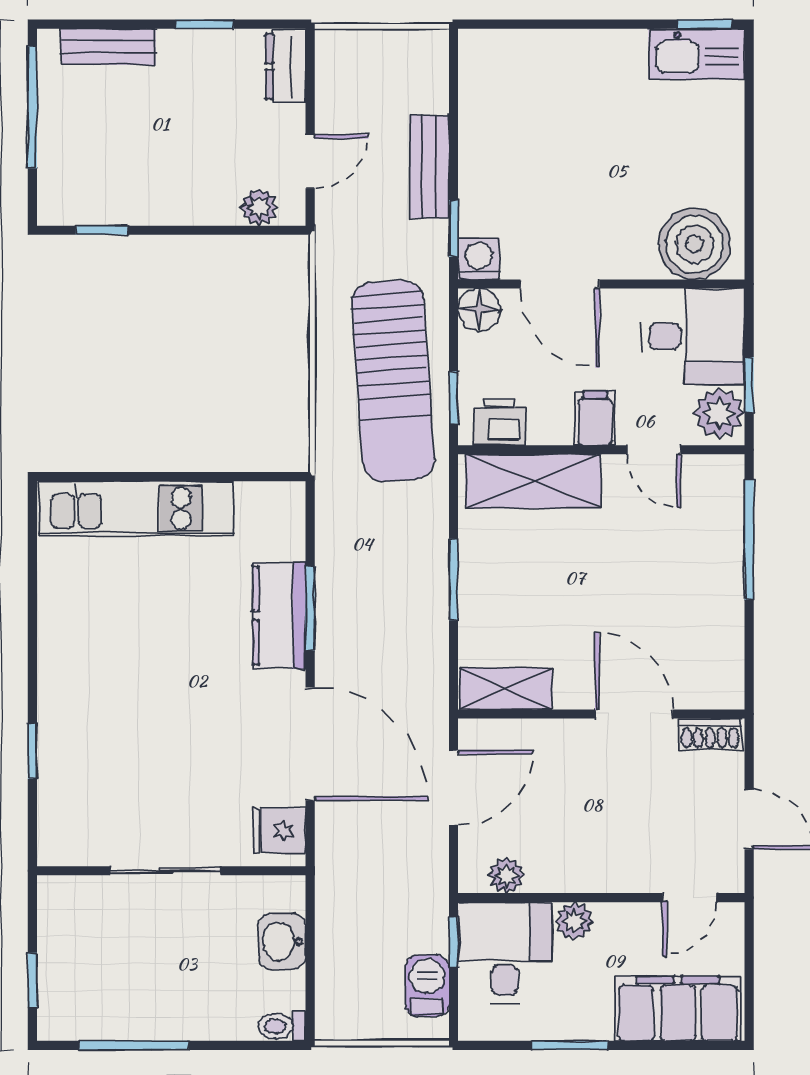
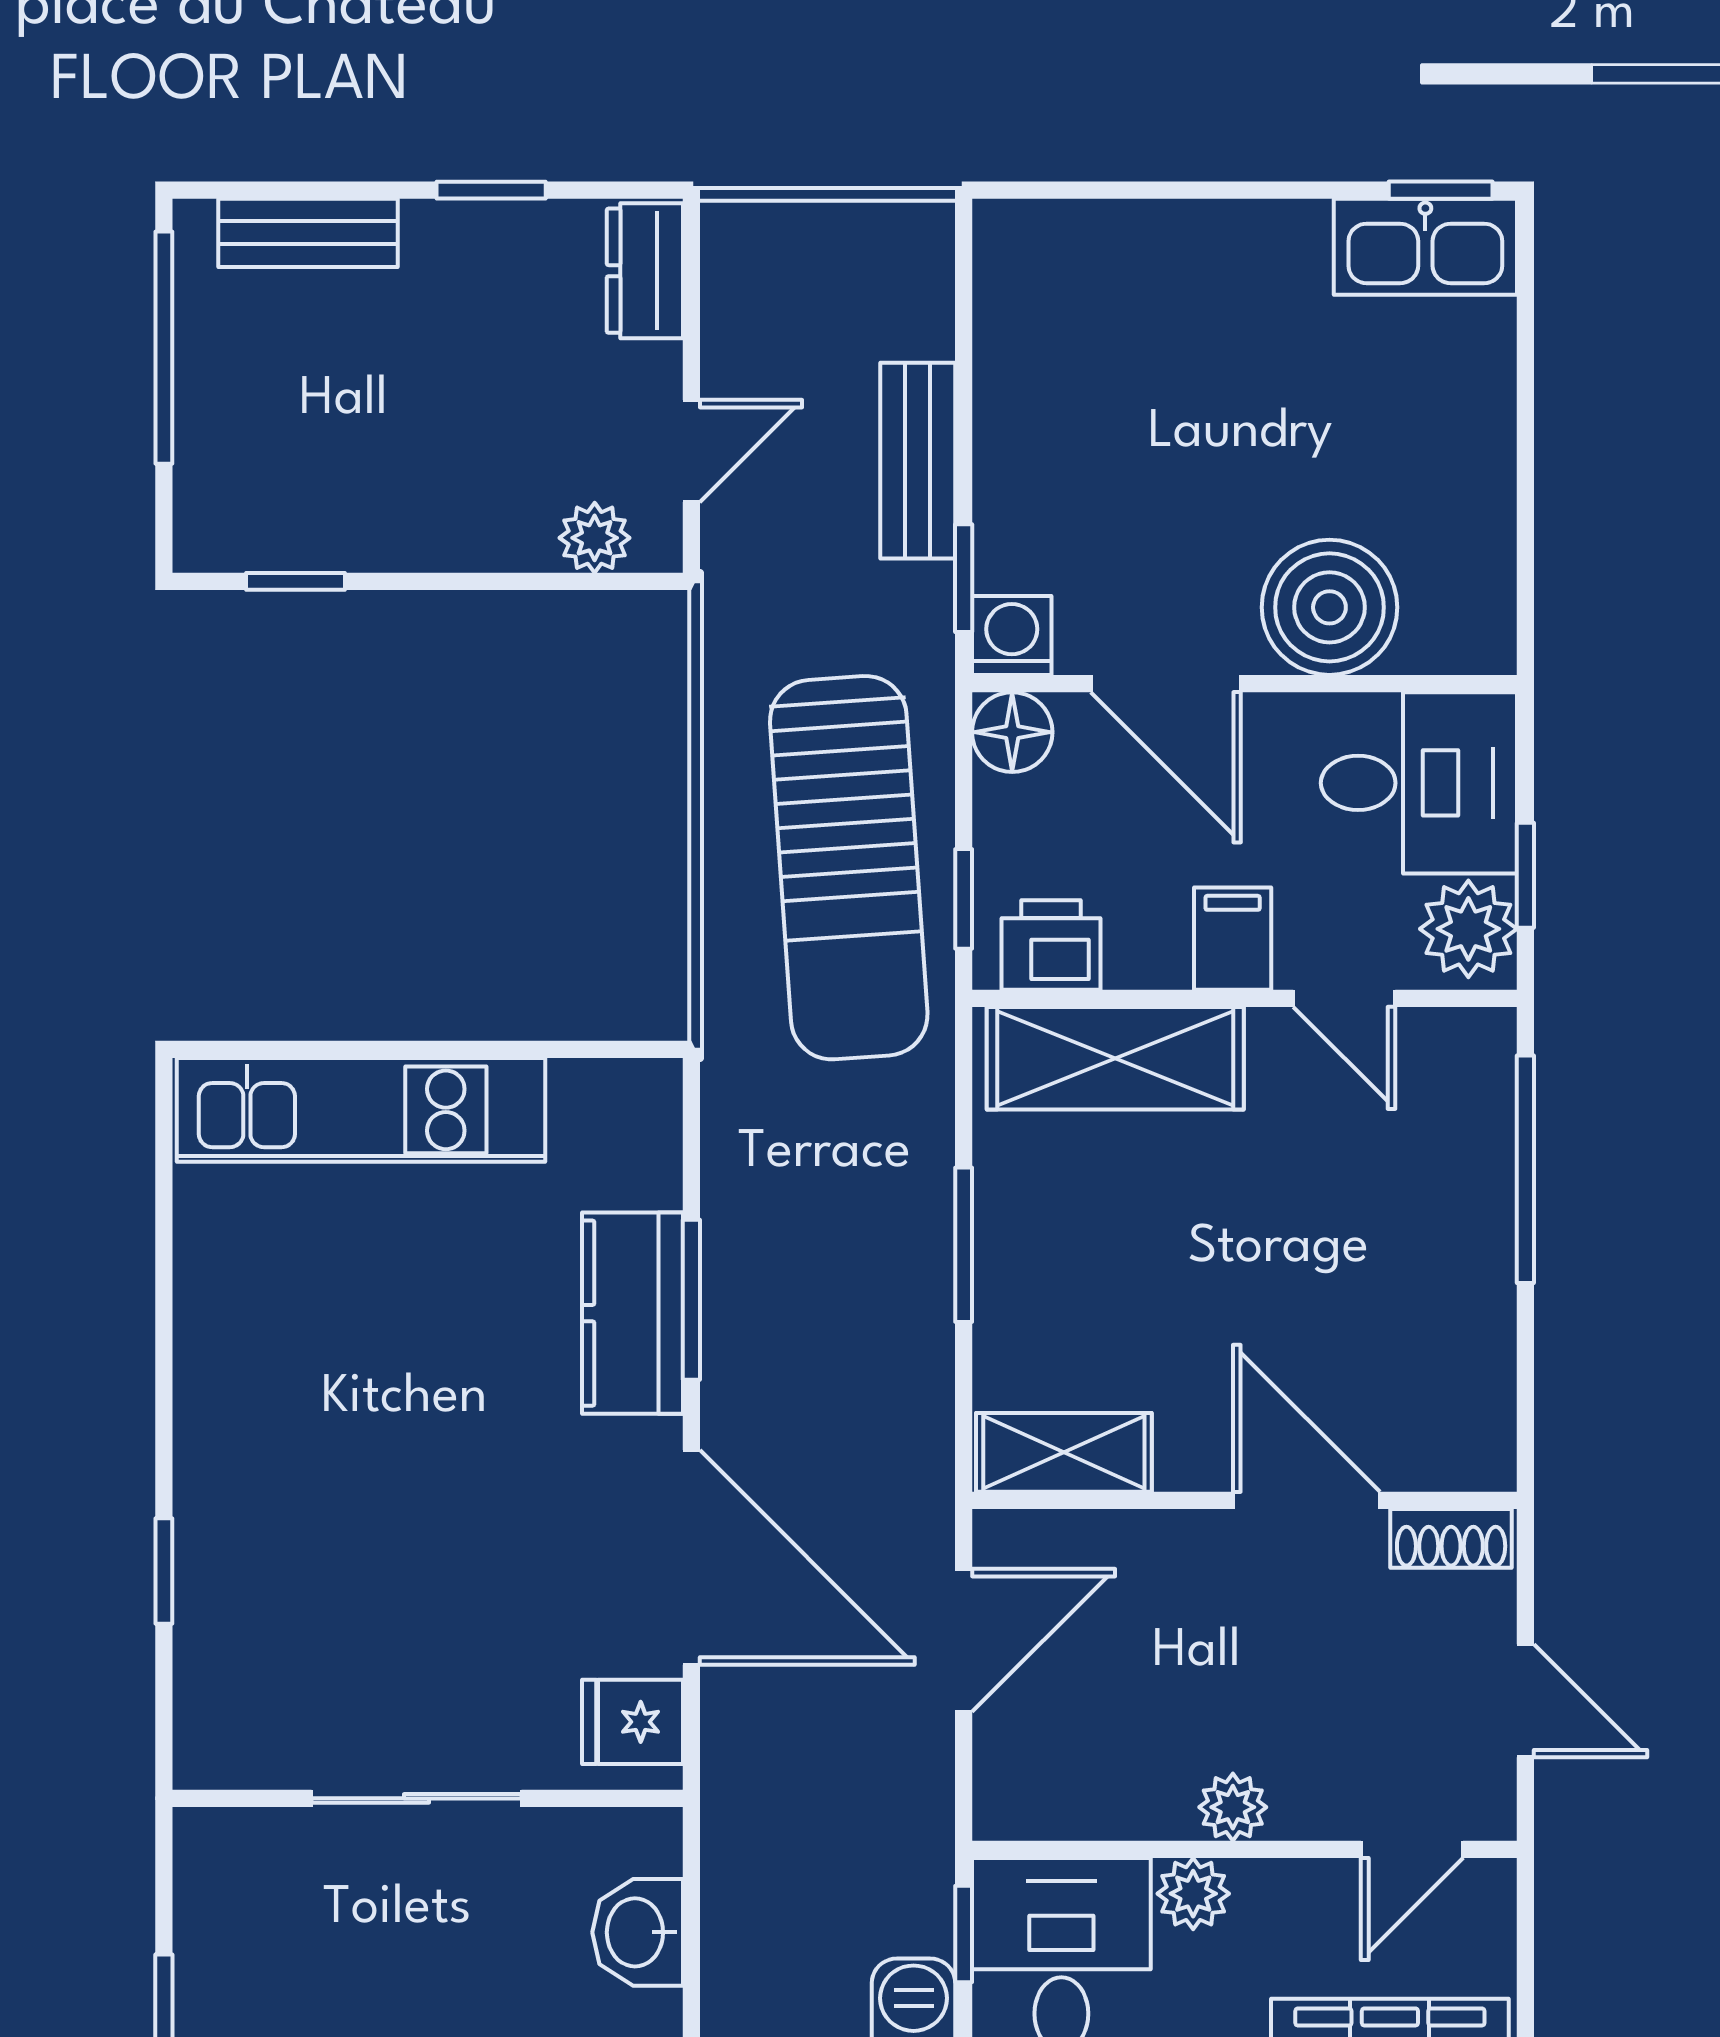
boiler: (694, 244) -> (1329, 607), moved
plant: (507, 875) -> (1233, 1807), moved

